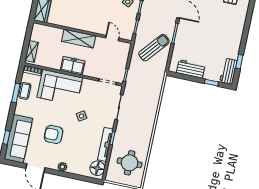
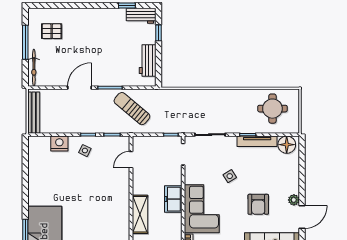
shelving: (79, 39) -> (140, 214), moved
plant: (62, 167) -> (294, 200), moved

